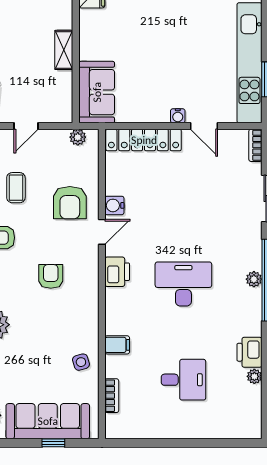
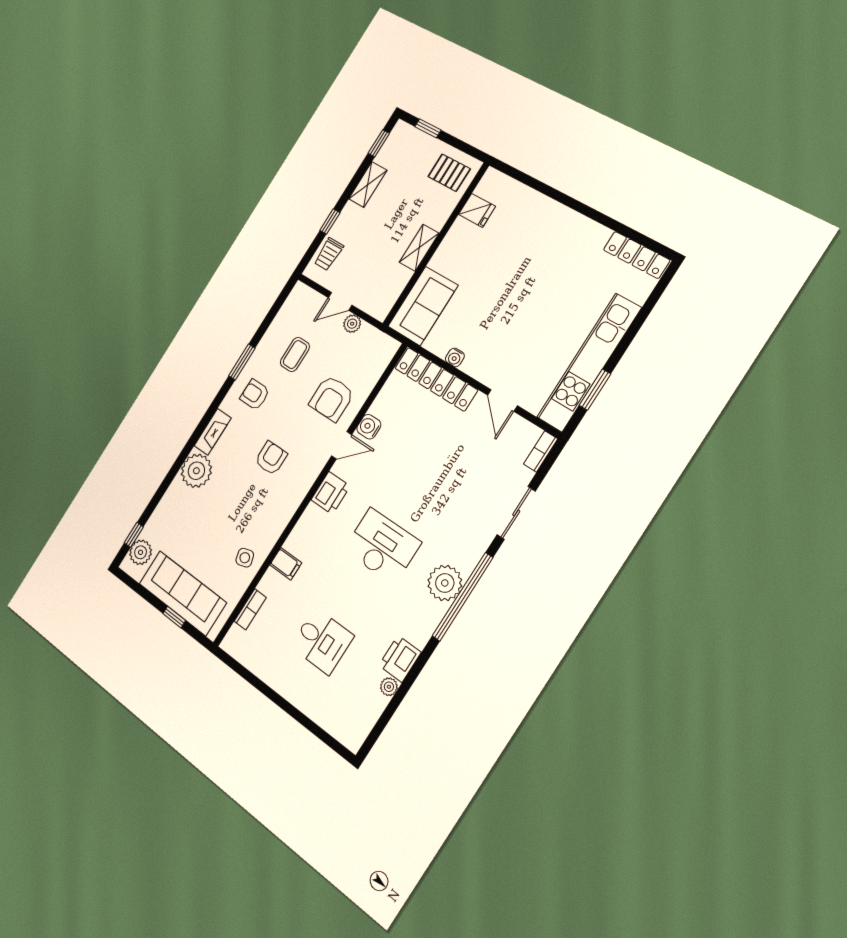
water cooler: (178, 116) -> (455, 357), moved
plant: (78, 137) -> (352, 324), moved
plant: (254, 279) -> (445, 583), width x1.87, depth x1.87

